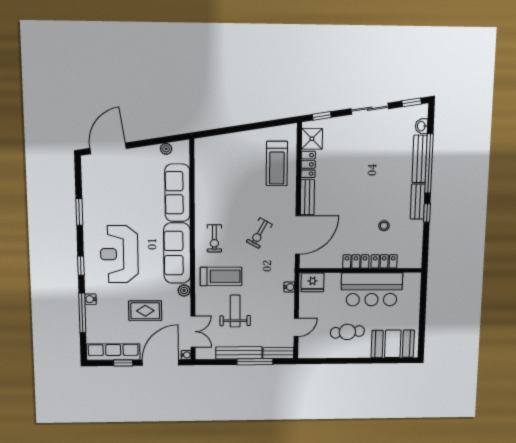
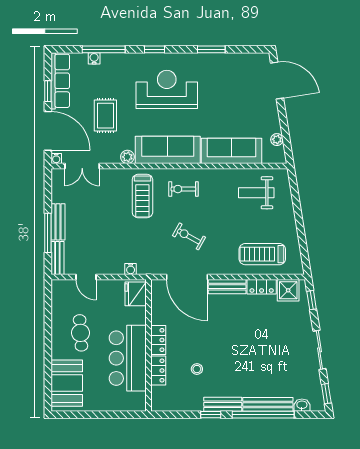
water cooler: (90, 299) -> (94, 58), moved
weight bench: (235, 311) -> (256, 193), moved, turned 180
bench: (239, 353) -> (58, 222), width x0.73

